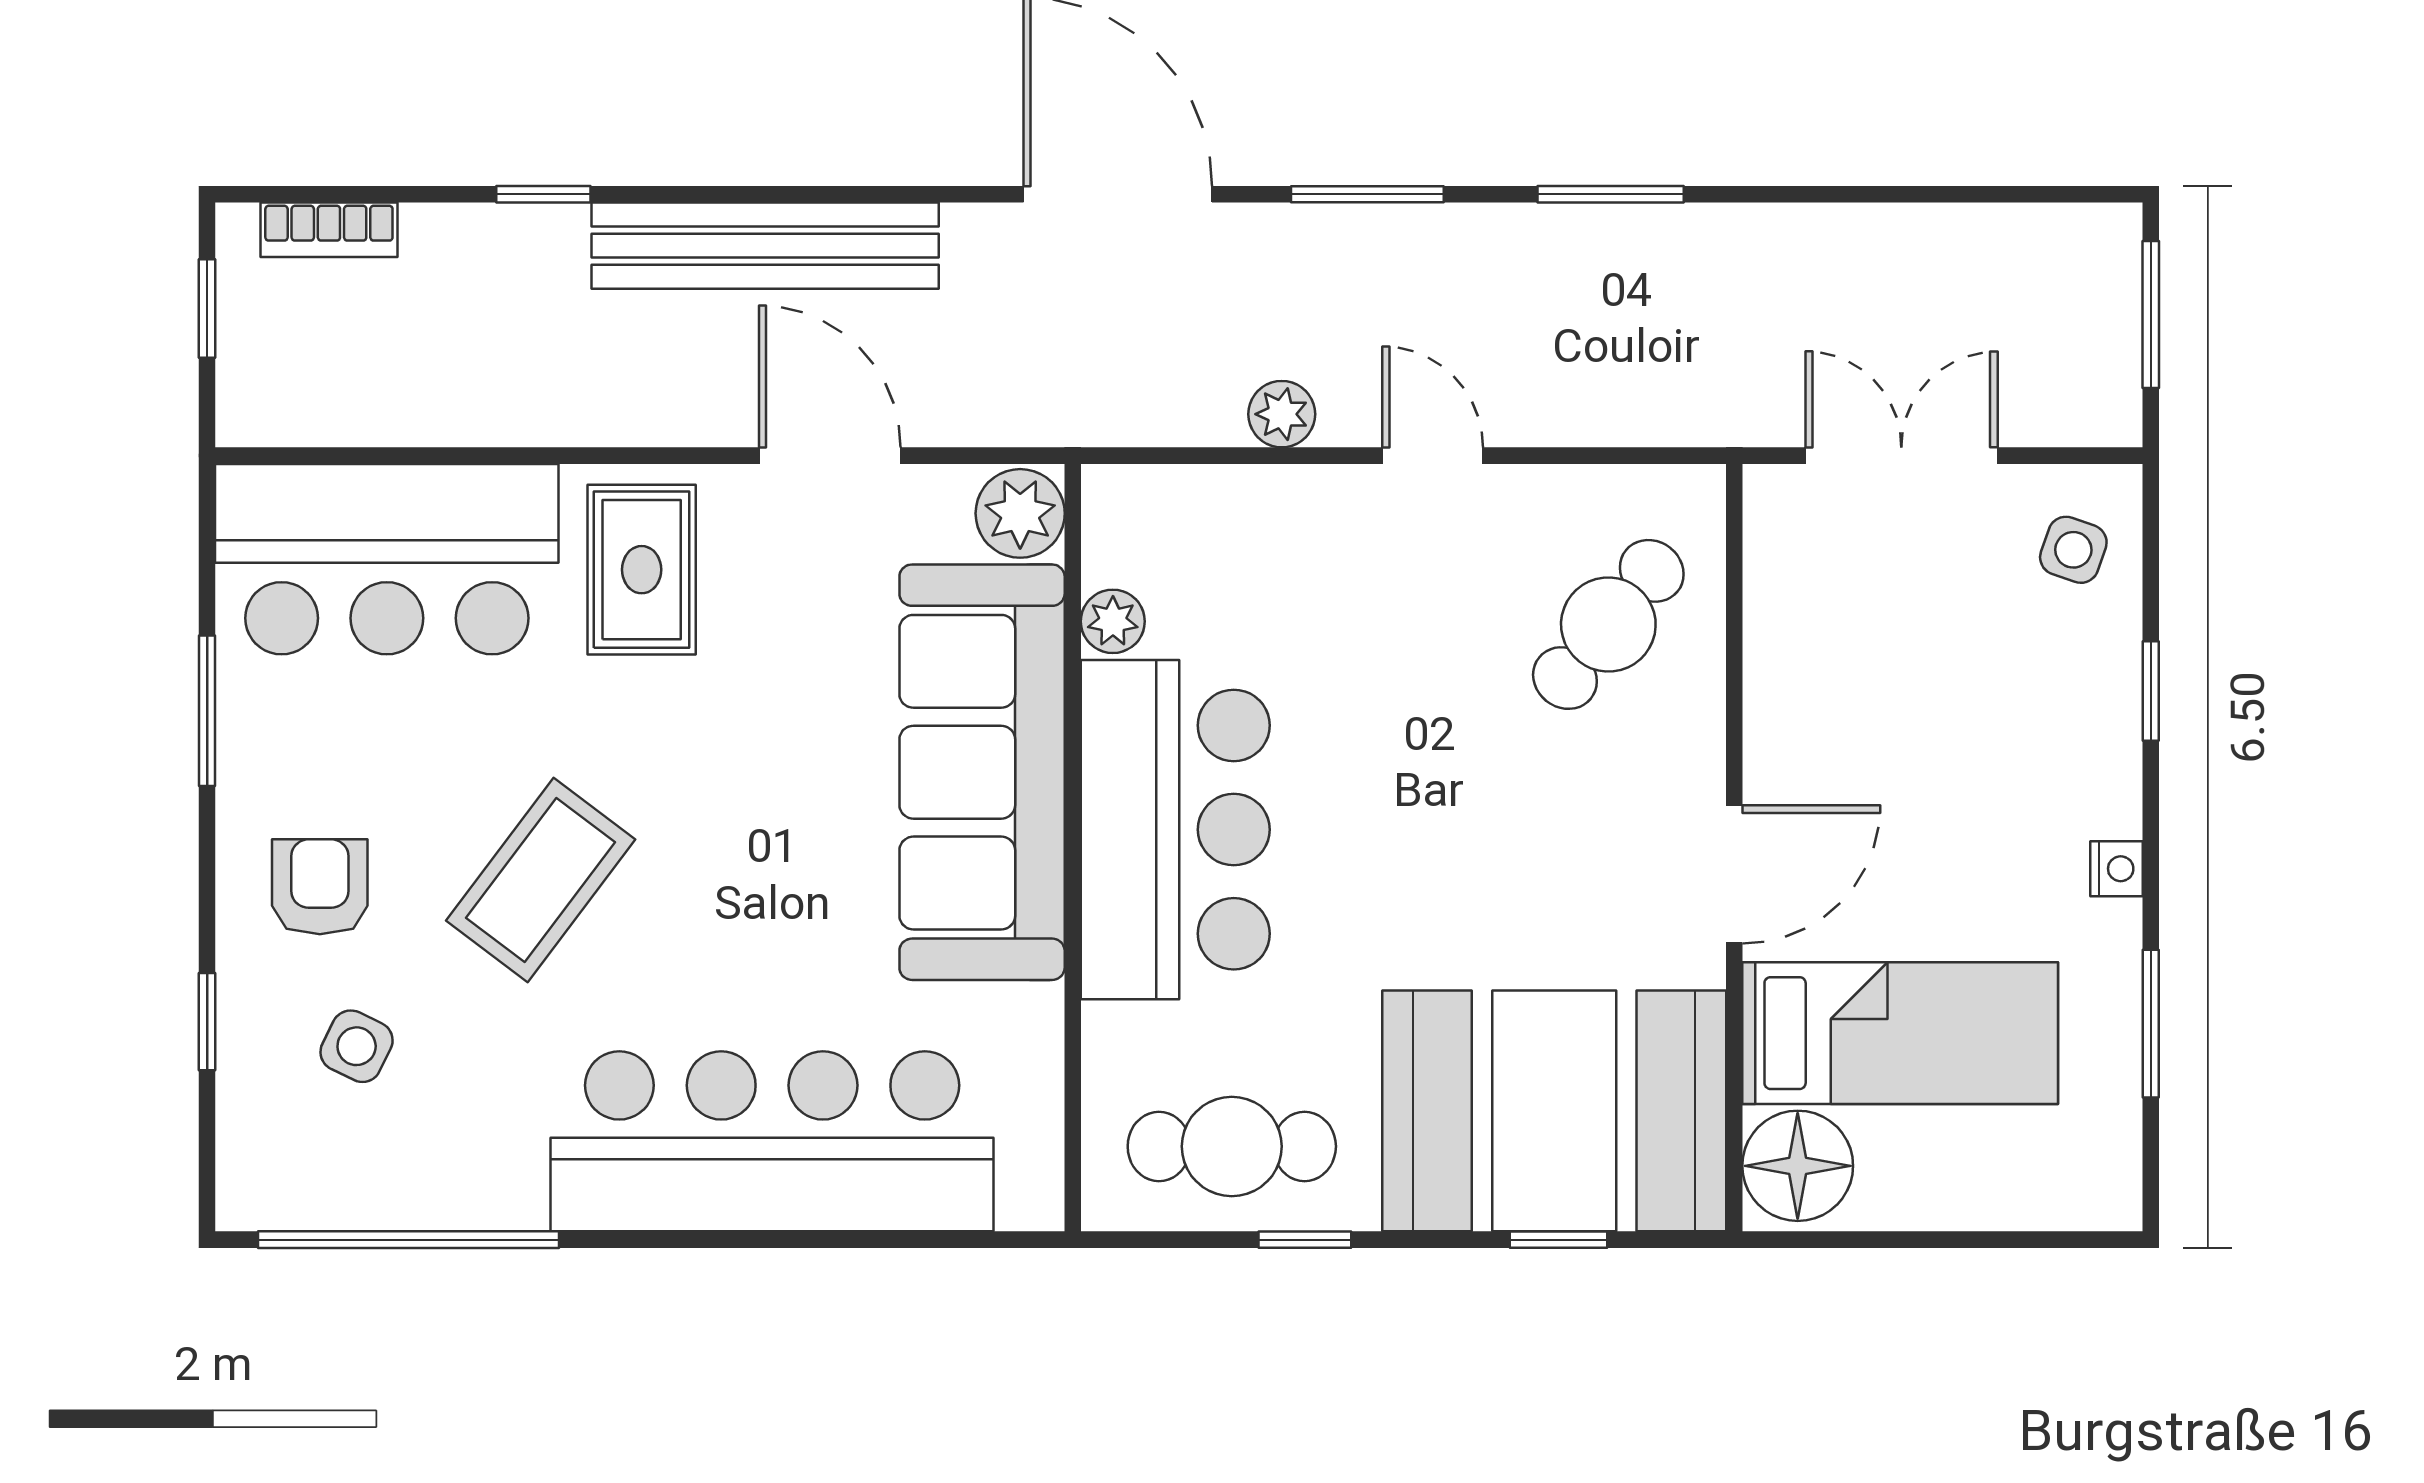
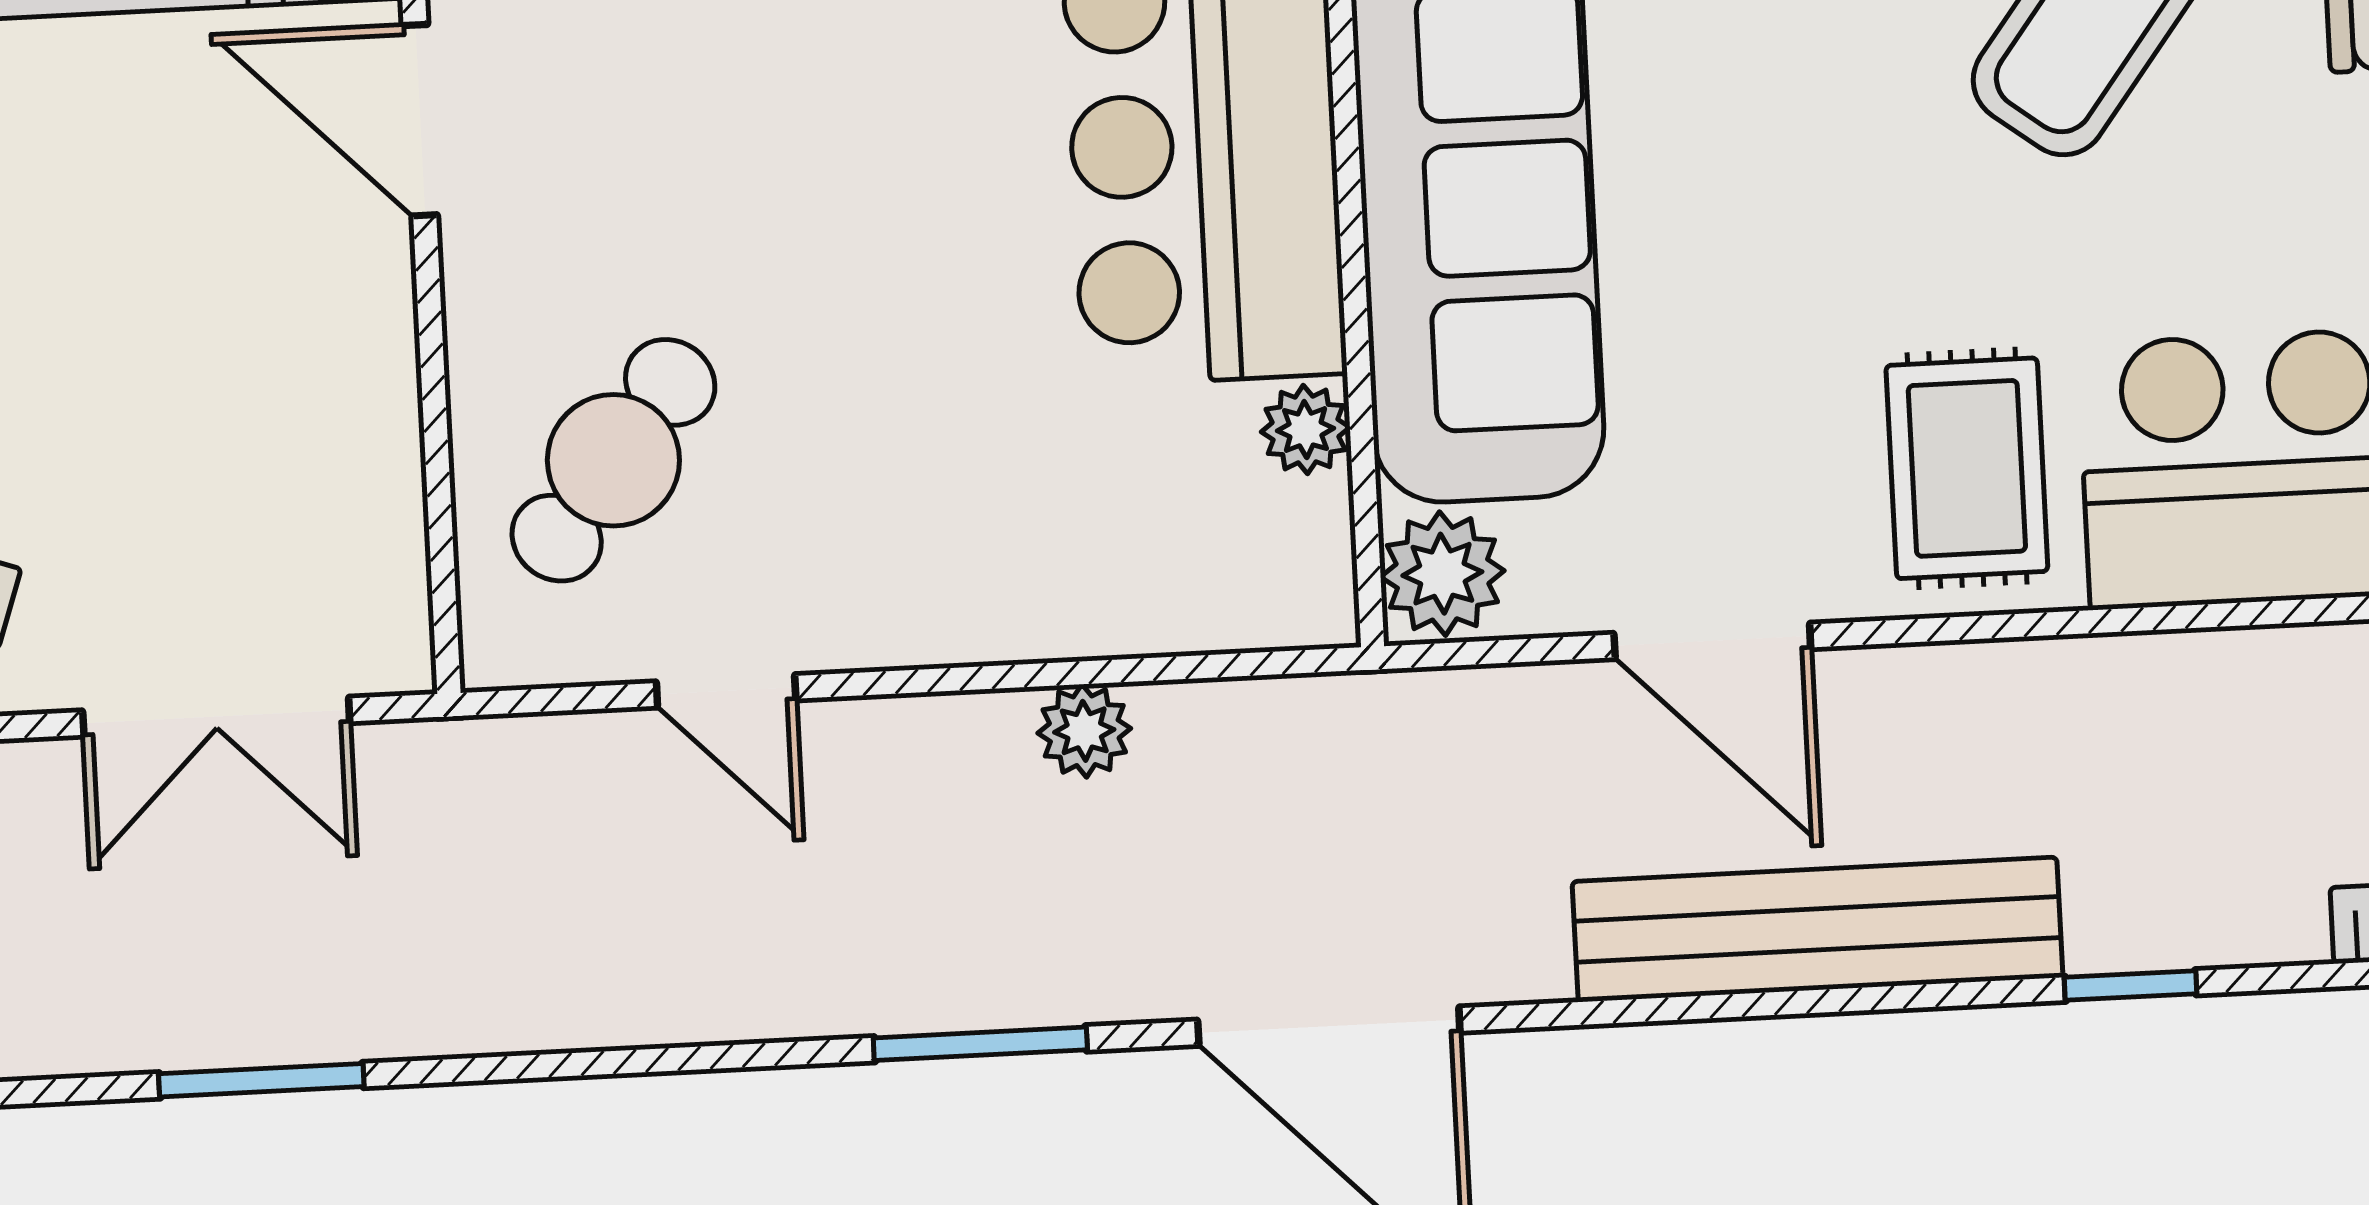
window: (1611, 194) -> (261, 1080), moved
door: (1433, 456) -> (726, 691), moved
door: (1734, 874) -> (420, 120), hinge flipped

